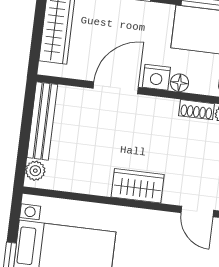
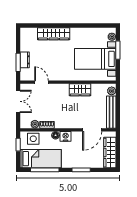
door: (116, 88) -> (92, 130), moved
wardrobe: (138, 186) -> (80, 90), moved

